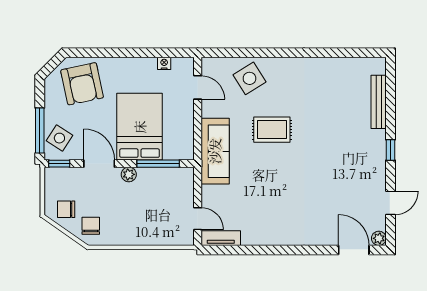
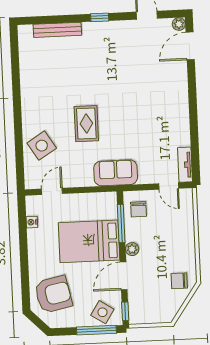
sofa: (215, 151) -> (116, 173), width x0.73
chair: (66, 209) -> (138, 209), moved
door: (198, 219) -> (169, 186), swing flipped

